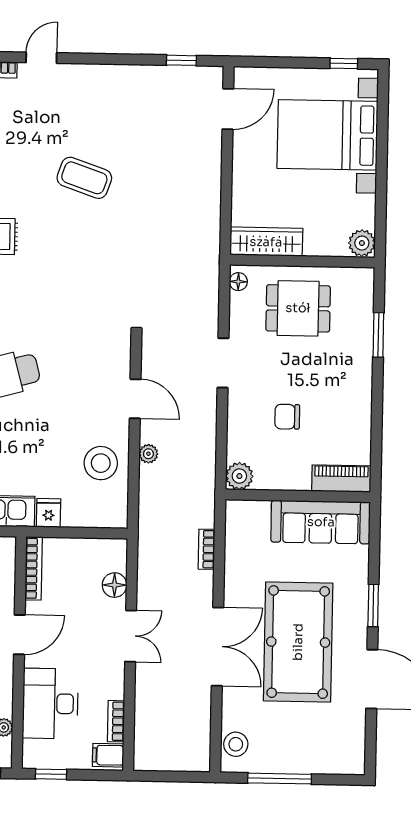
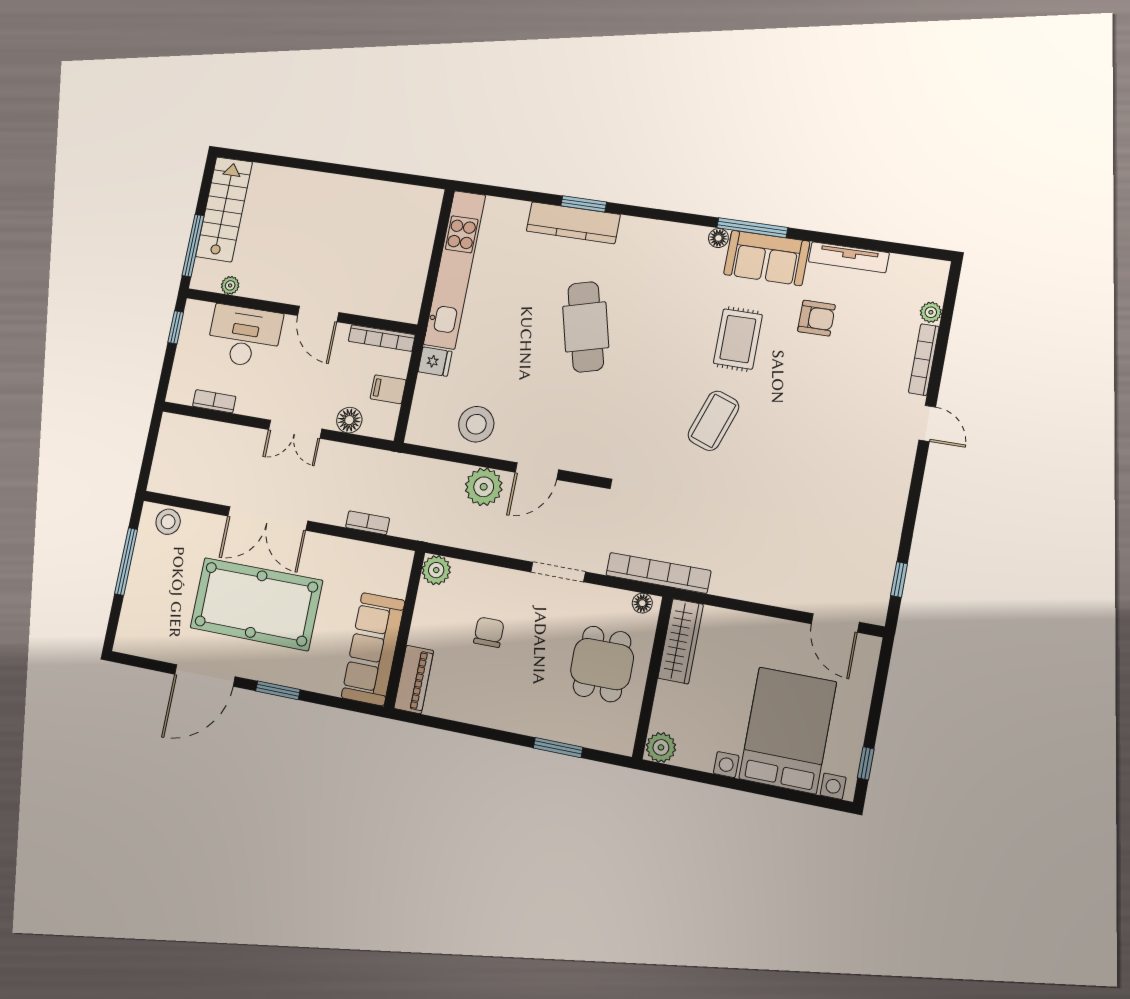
coffee table: (84, 178) -> (713, 421), moved
bookcase: (209, 272) -> (658, 573), added
plant: (148, 454) -> (484, 487), width x1.88, depth x1.88
filing cabinet: (108, 755) -> (388, 389), moved, turned -90

